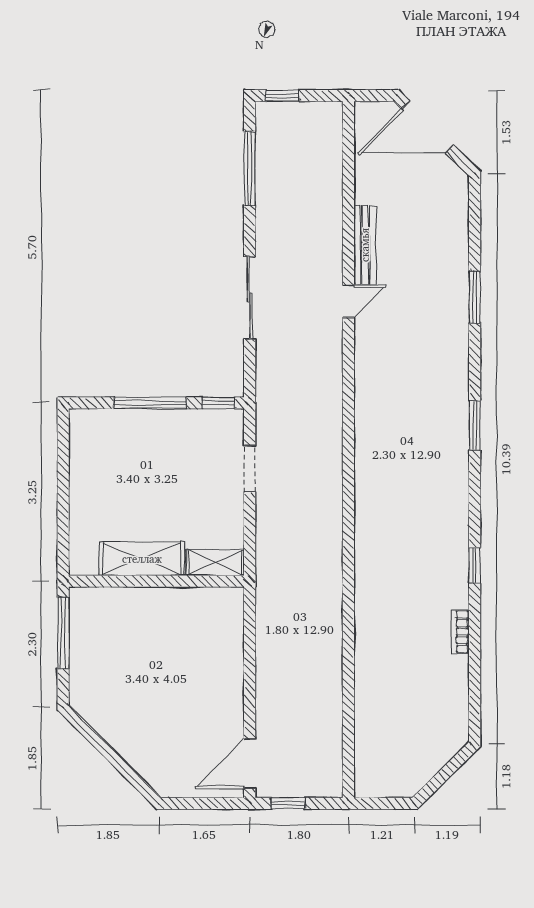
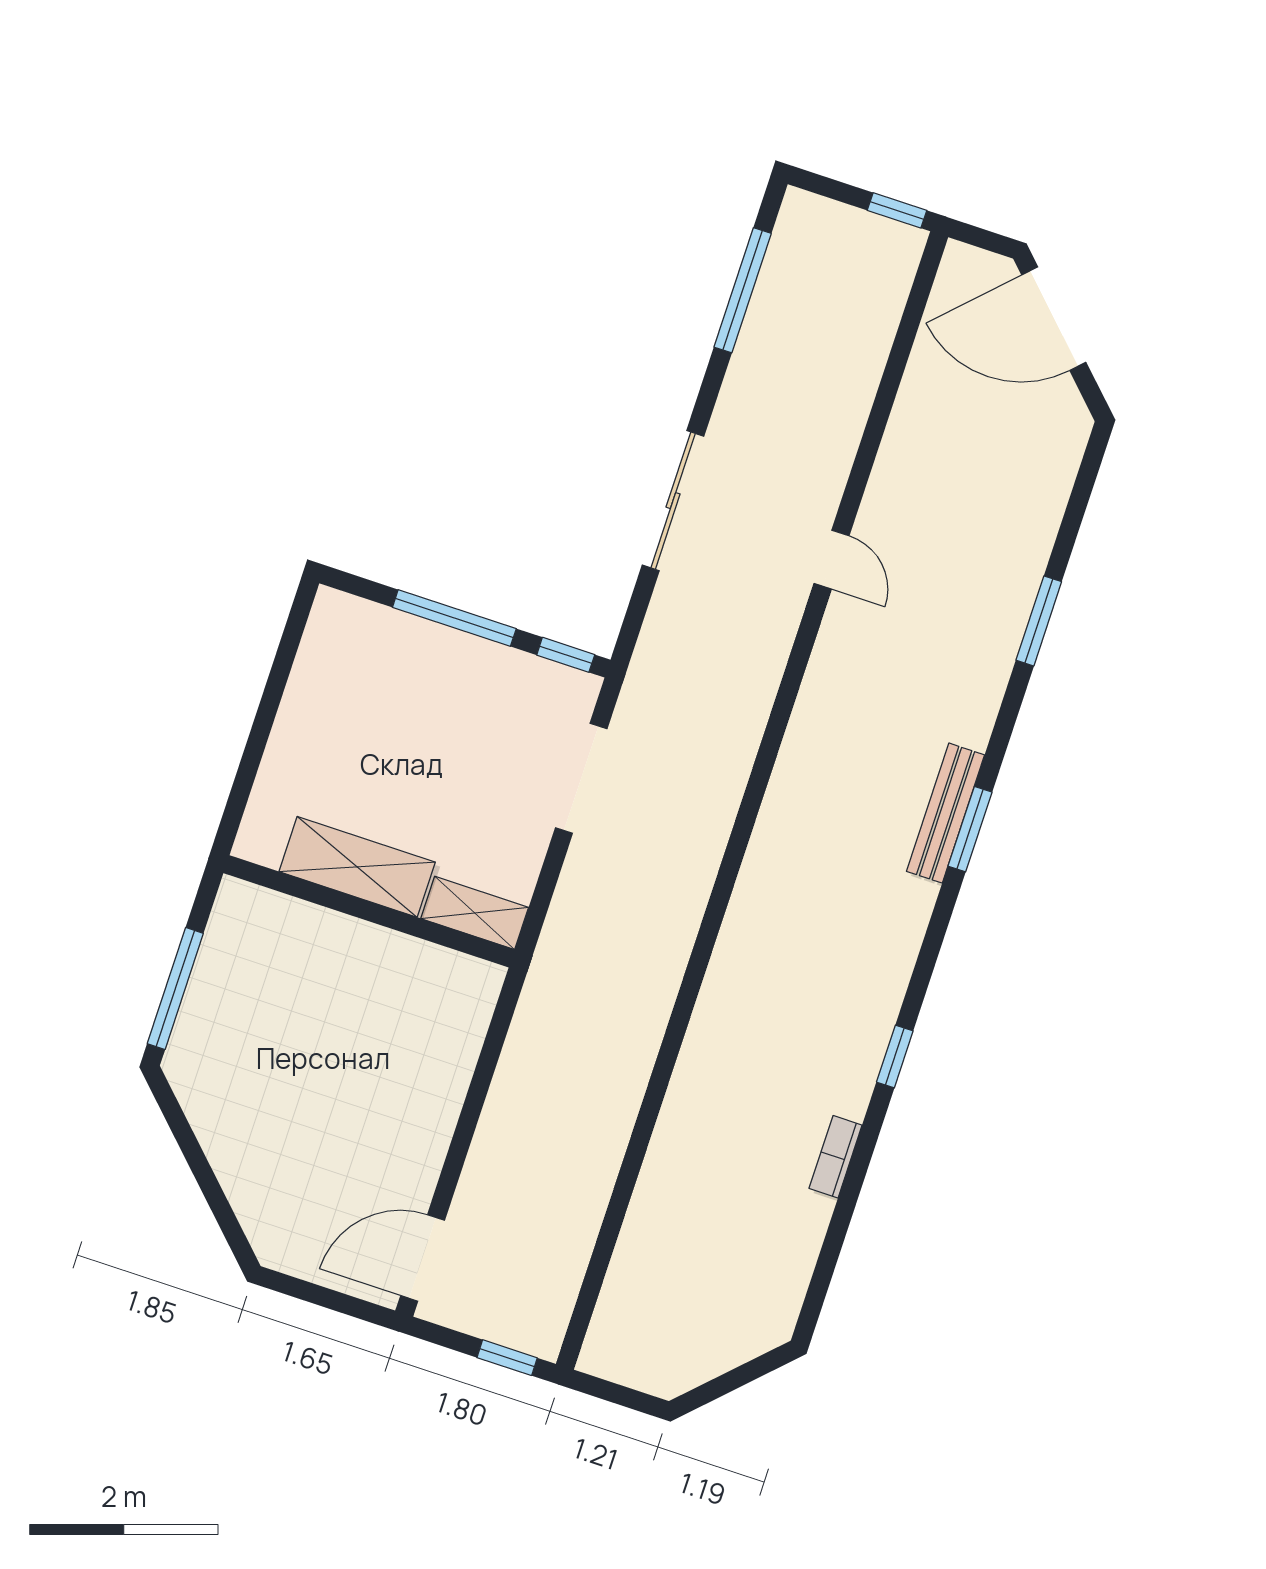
window: (282, 96) -> (897, 210), moved
bench: (365, 245) -> (946, 813), moved
door: (348, 301) -> (832, 560), hinge flipped
doorway: (250, 468) -> (581, 778), width x1.38
window: (63, 633) -> (175, 988), moved
window: (288, 803) -> (507, 1358), moved

